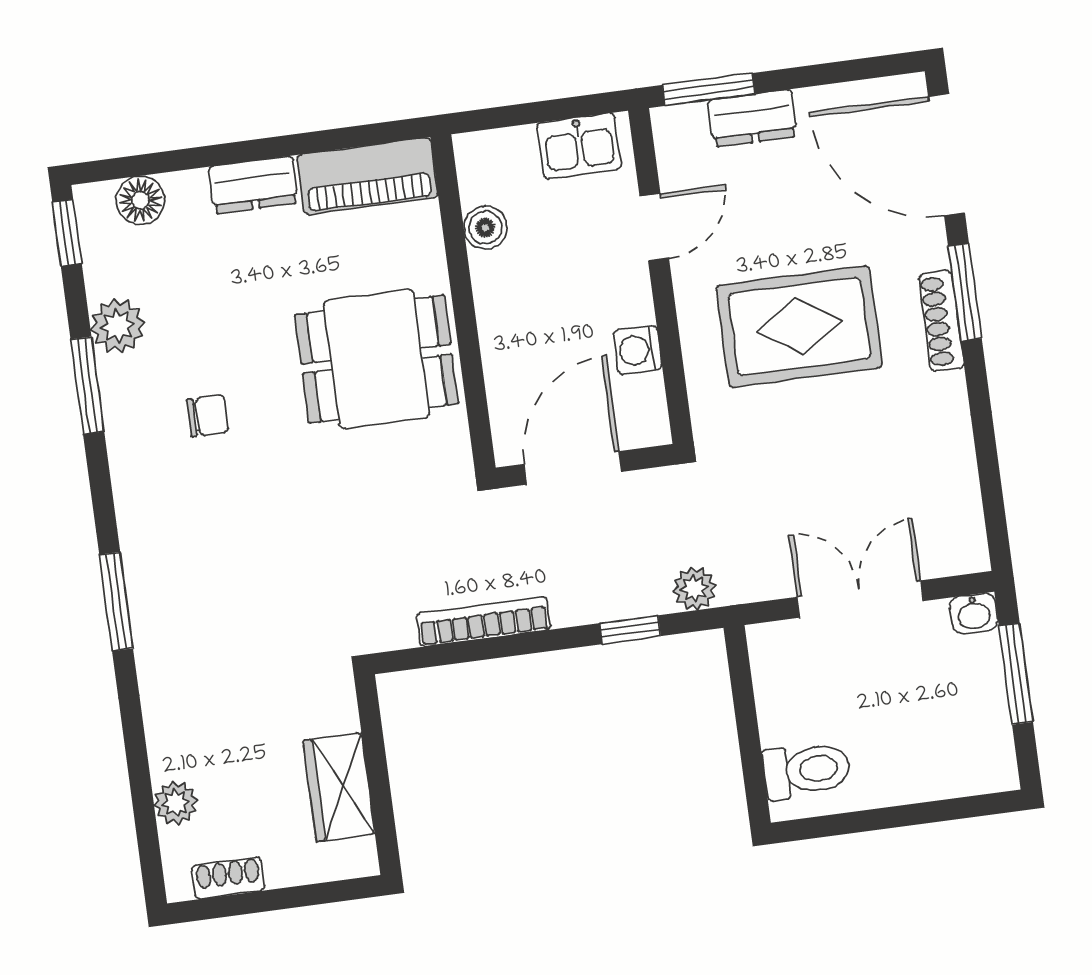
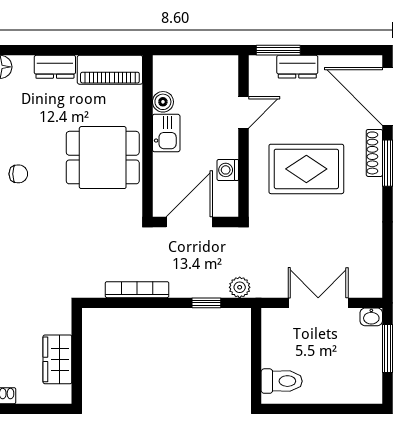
kitchen sink: (579, 146) -> (166, 133), moved, turned -90
shoe rack: (941, 321) -> (374, 153), moved

